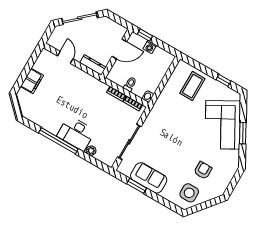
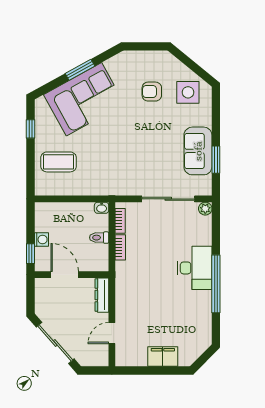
plant: (91, 151) -> (205, 209), moved

